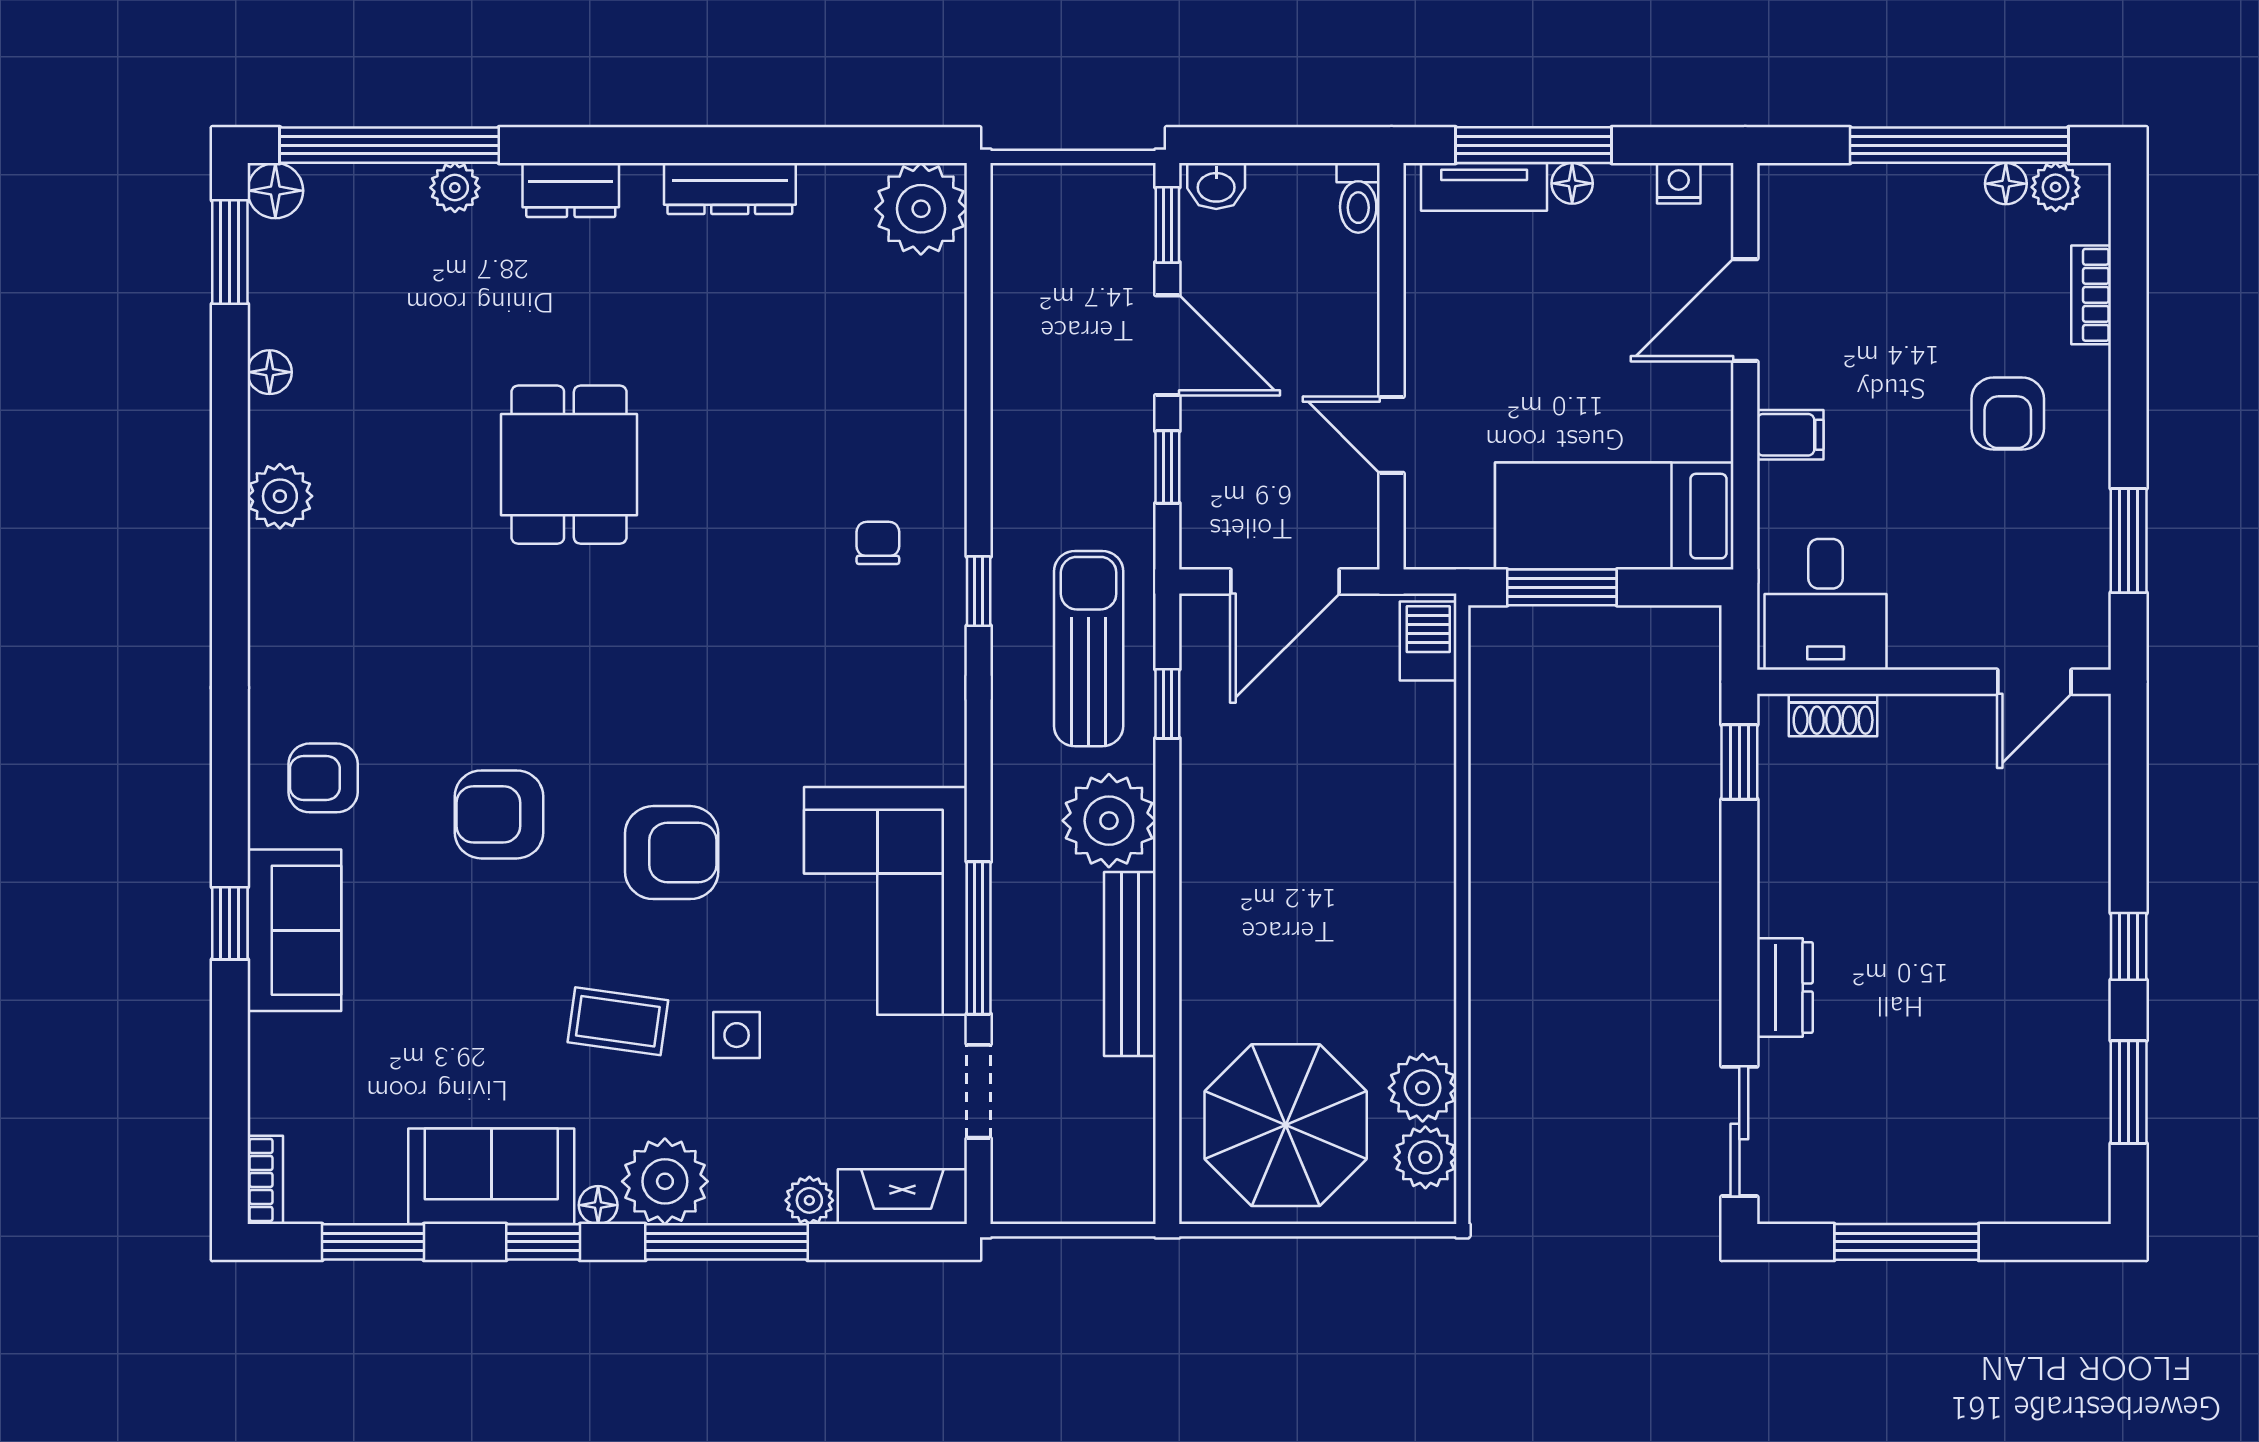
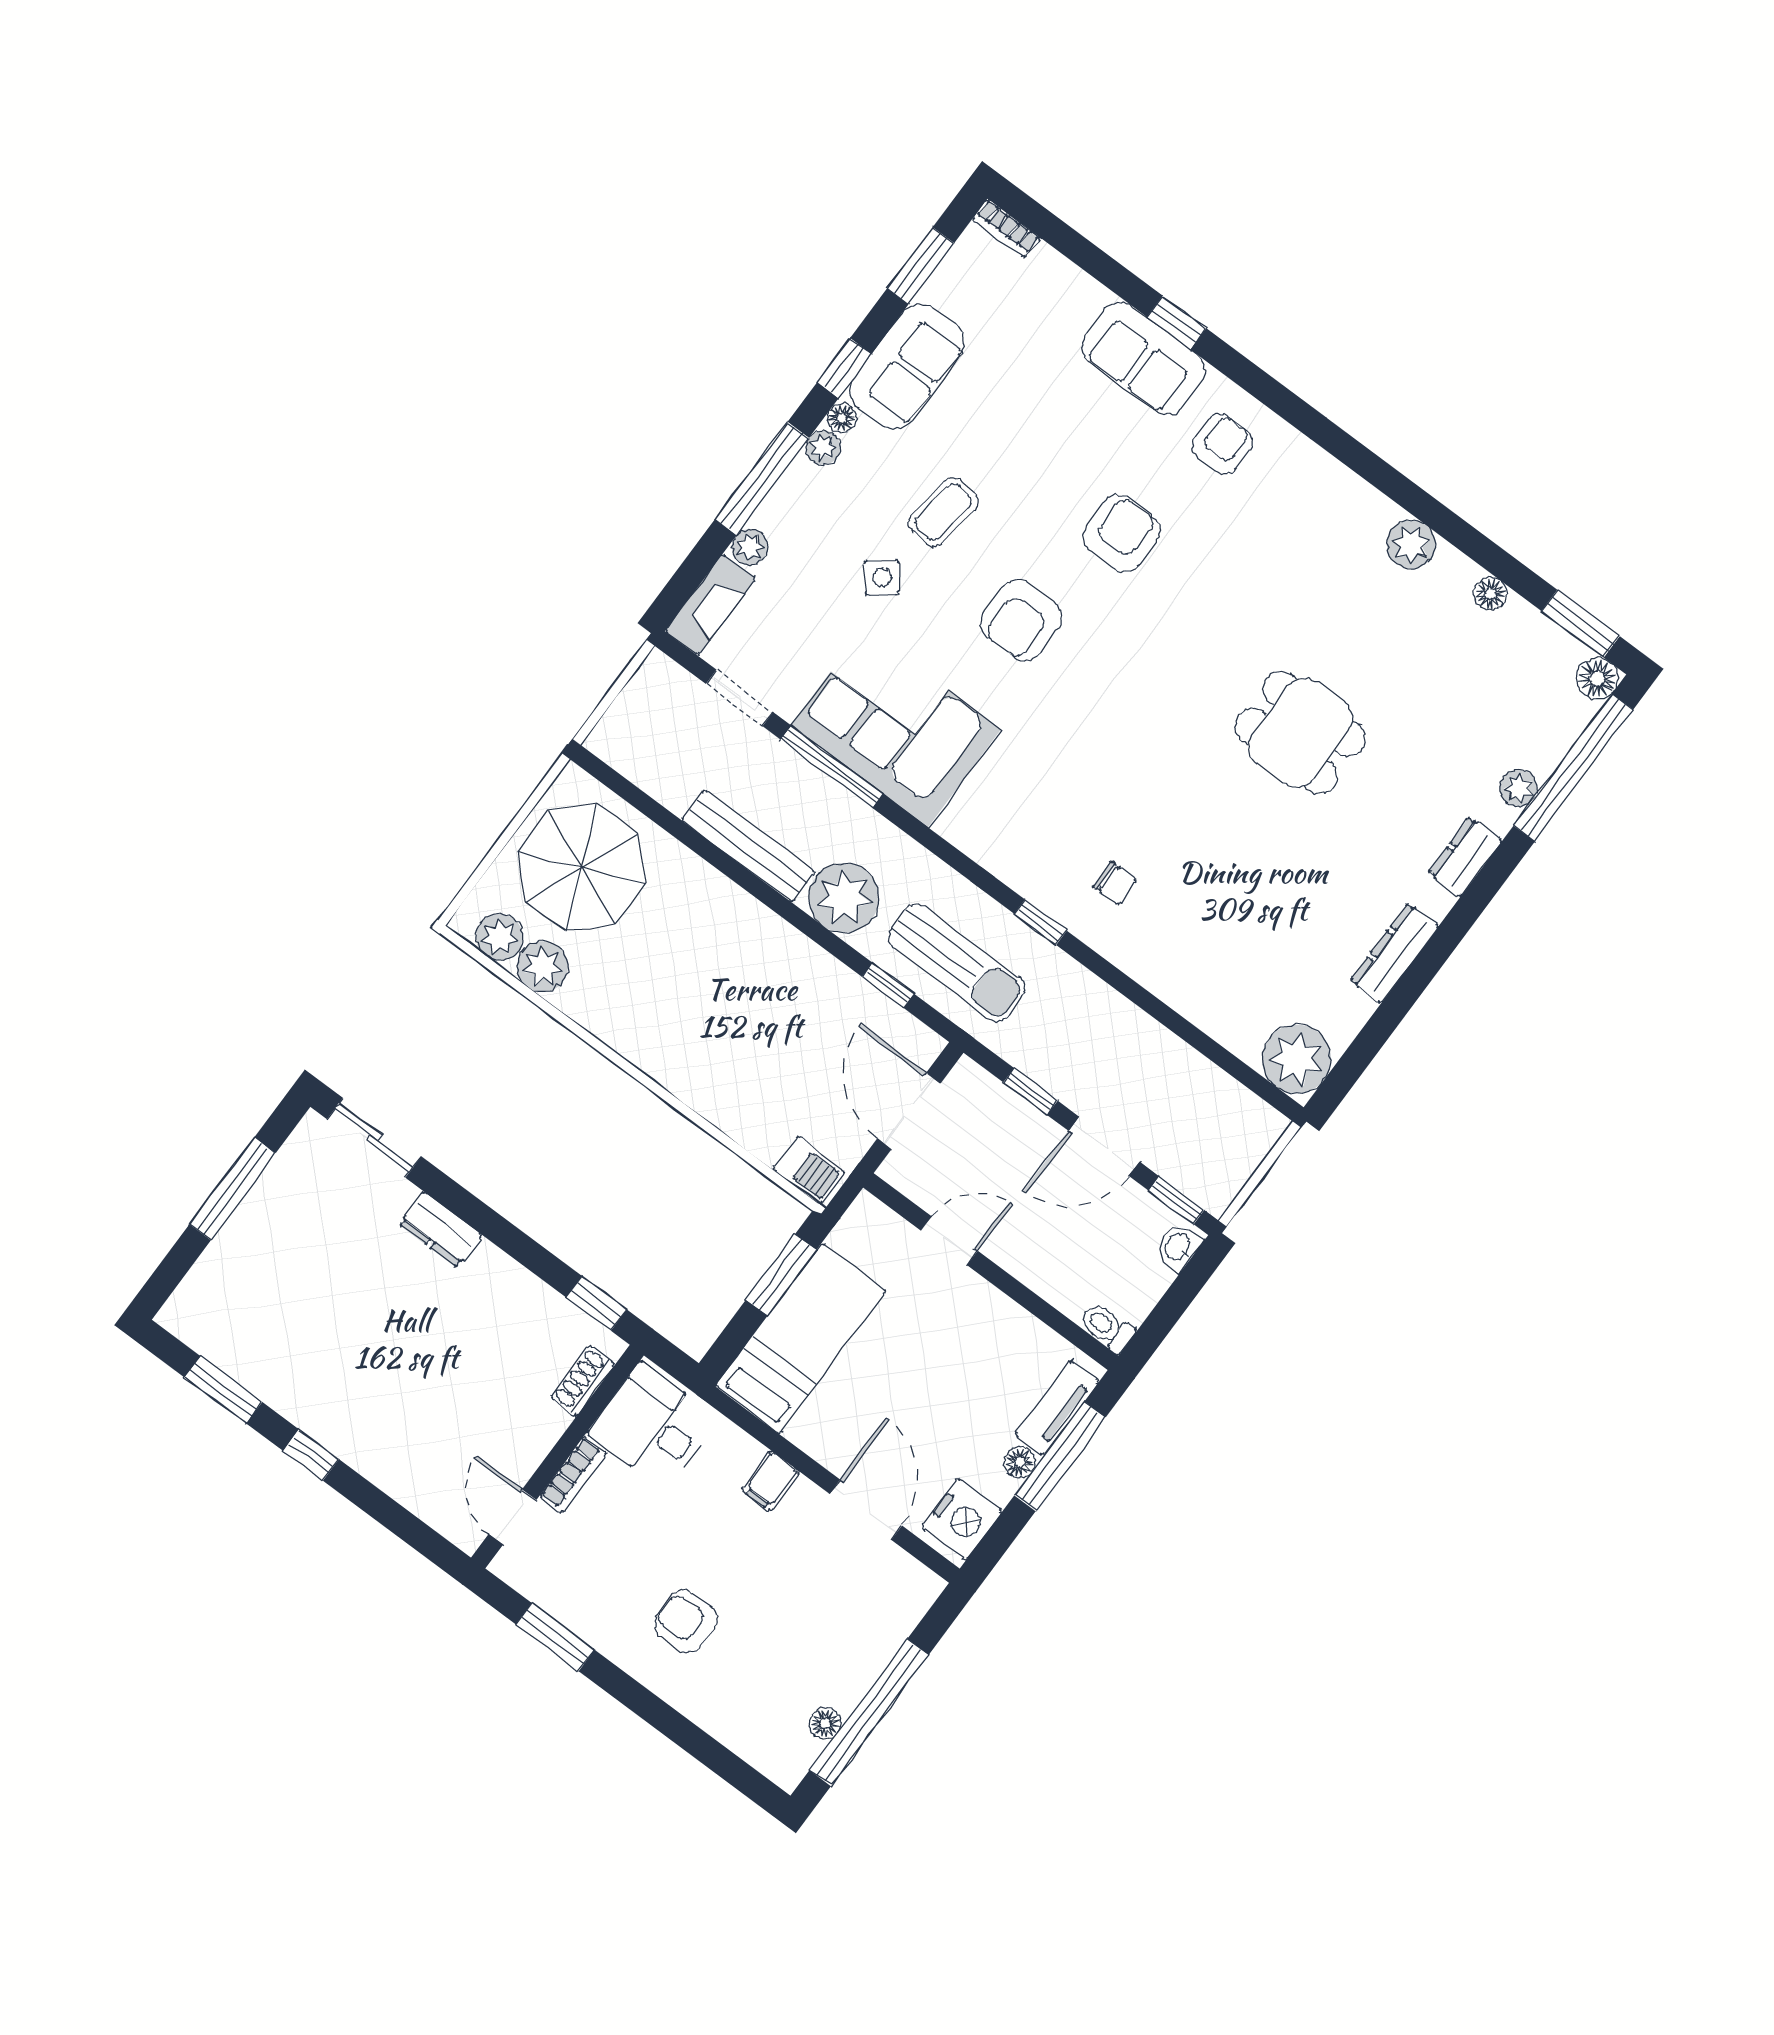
nightstand: (1679, 183) -> (962, 1519), width x1.89, depth x1.79
plant: (2056, 187) -> (801, 1752), removed
bookcase: (2091, 295) -> (574, 1475), moved, turned 90
side table: (737, 1035) -> (882, 577), turned -38
plant: (665, 1181) -> (823, 448), width x0.53, depth x0.53

